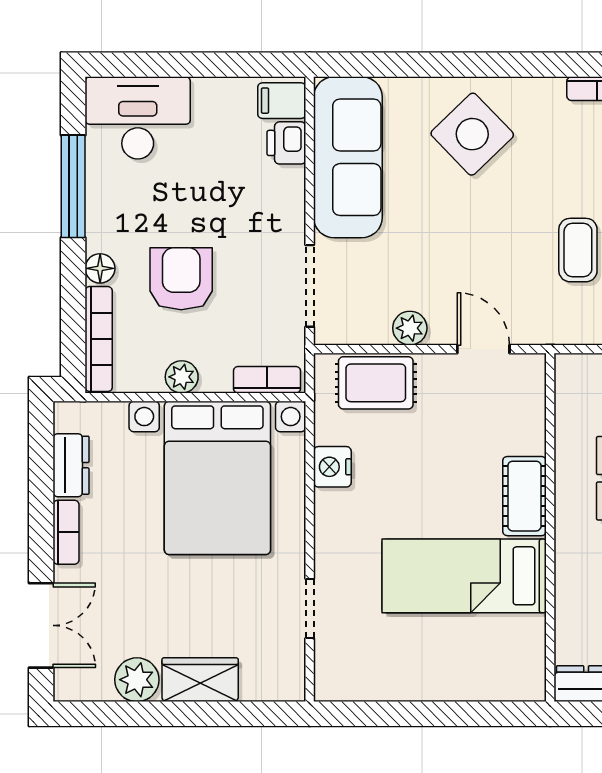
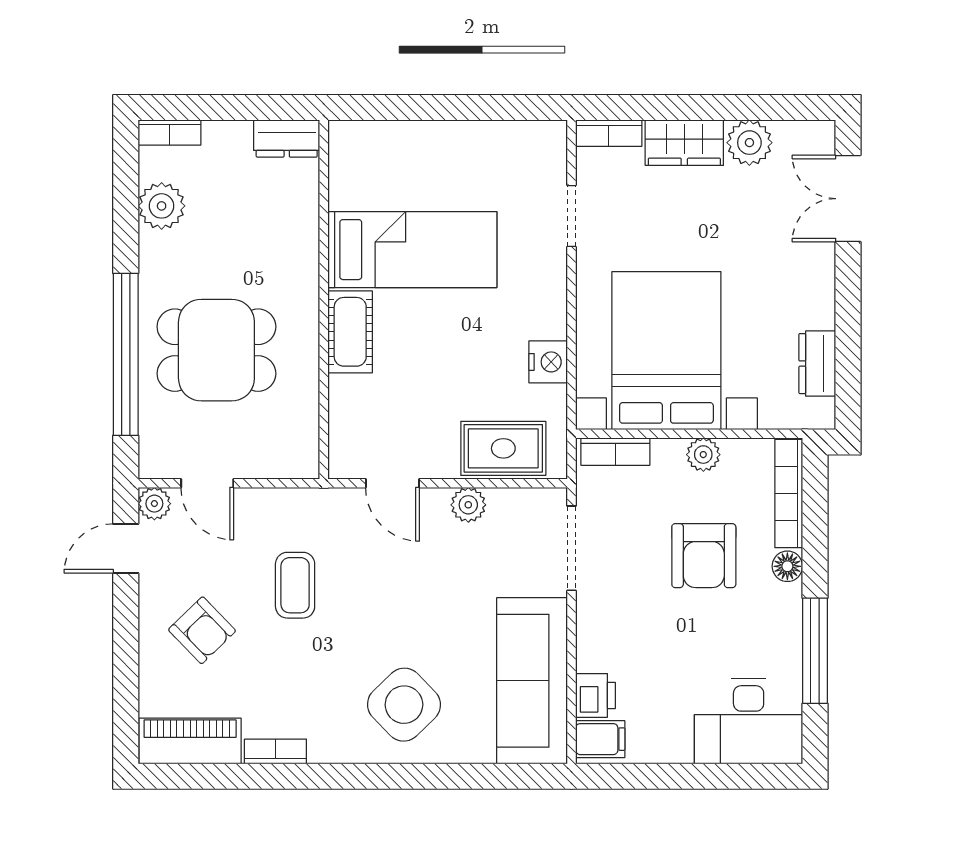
bookcase: (66, 532) -> (609, 133), moved, turned -90

